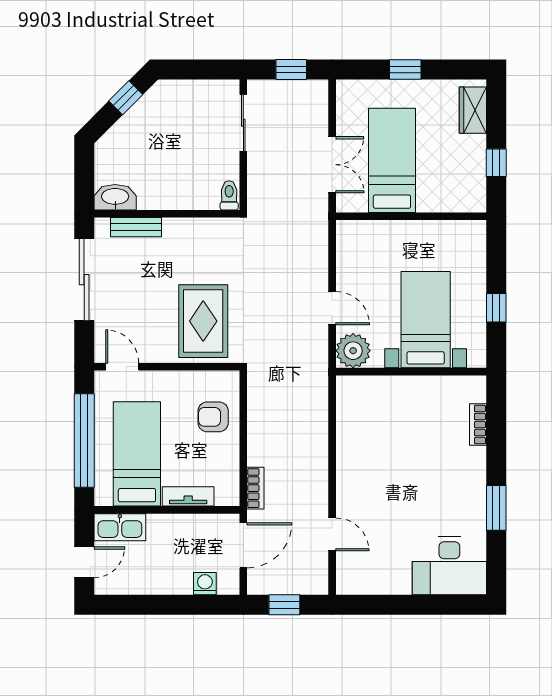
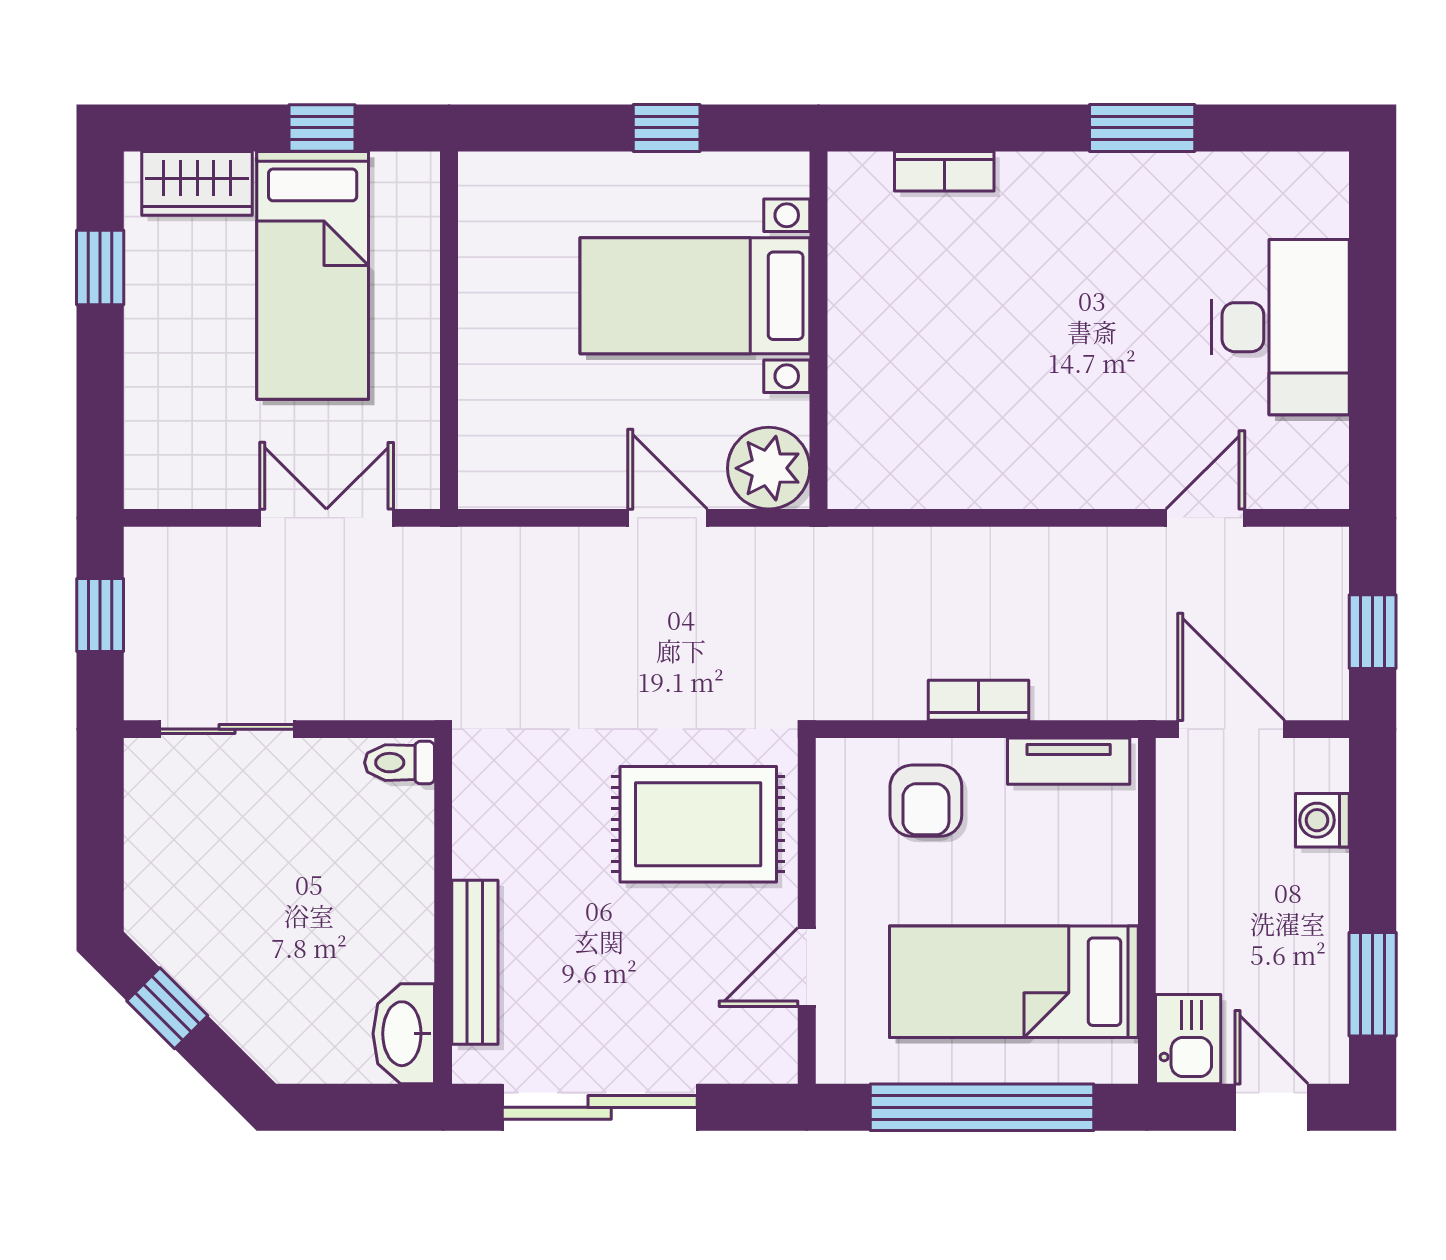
window: (405, 69) -> (100, 268), moved
bed: (392, 160) -> (313, 275), moved, turned -90
bench: (136, 227) -> (475, 962), width x1.36
door: (332, 308) -> (667, 518), hinge flipped
door: (122, 367) -> (807, 967), moved
bookcase: (255, 488) -> (979, 700), moved
tv unit: (188, 496) -> (1069, 761), moved, turned -90
kitchen sink: (120, 527) -> (1188, 1039), width x0.73
desk: (449, 566) -> (1280, 327), moved
window: (136, 605) -> (1373, 984), added

